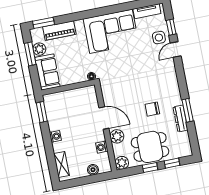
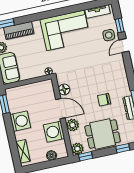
floor lamp: (108, 97) -> (64, 89), added
washing machine: (55, 136) -> (20, 121), width x1.89, depth x1.89
washing machine: (102, 147) -> (54, 132), width x1.89, depth x1.89
window: (150, 168) -> (86, 156), moved

